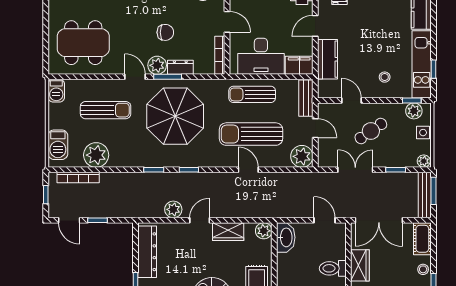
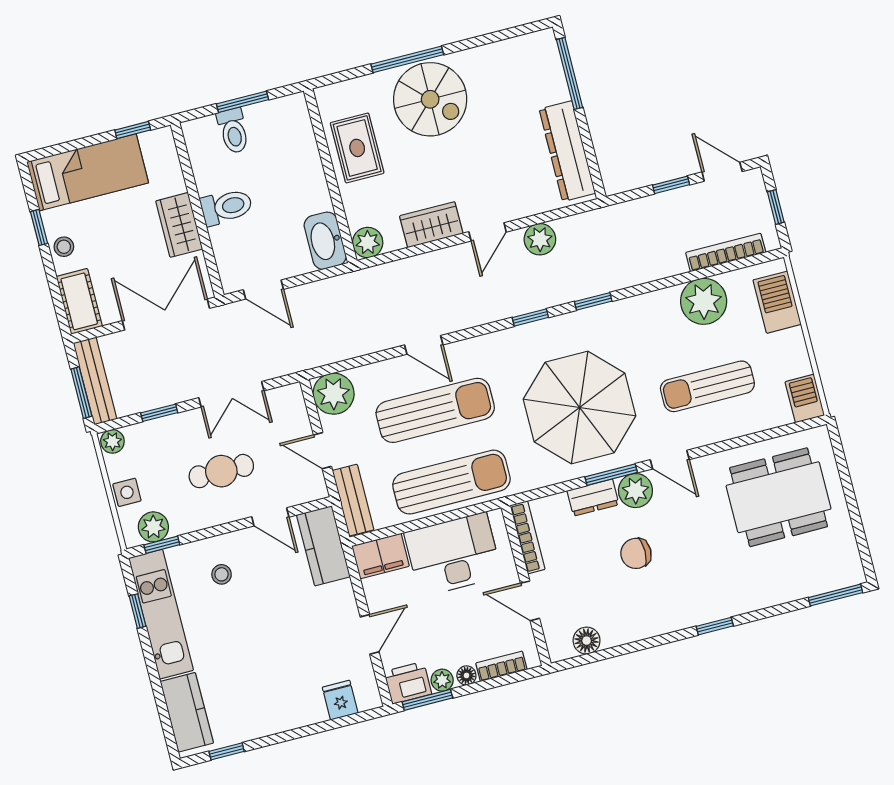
kitchen counter: (328, 59) -> (323, 546), moved
sun lounger: (252, 94) -> (451, 482), width x1.36, depth x1.34
cafe table: (371, 131) -> (221, 471), turned 35

